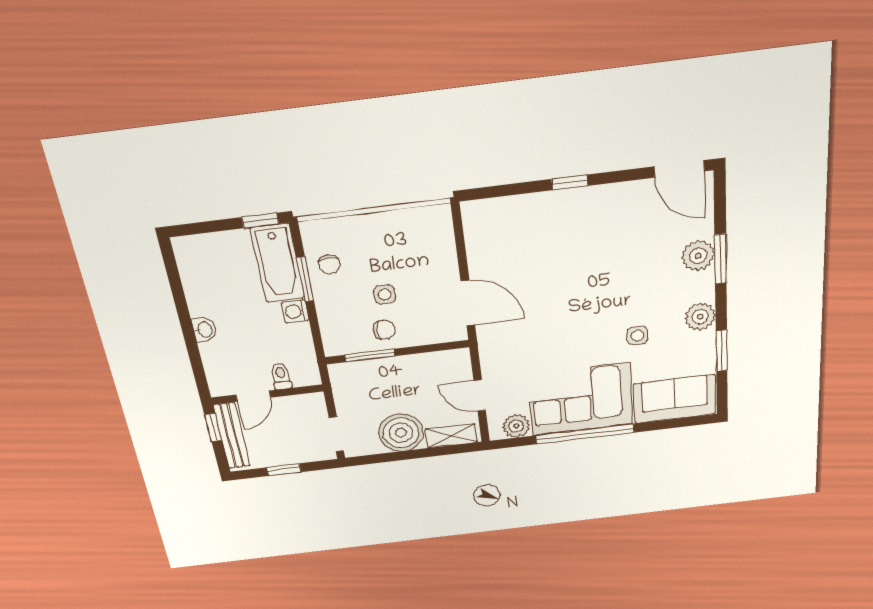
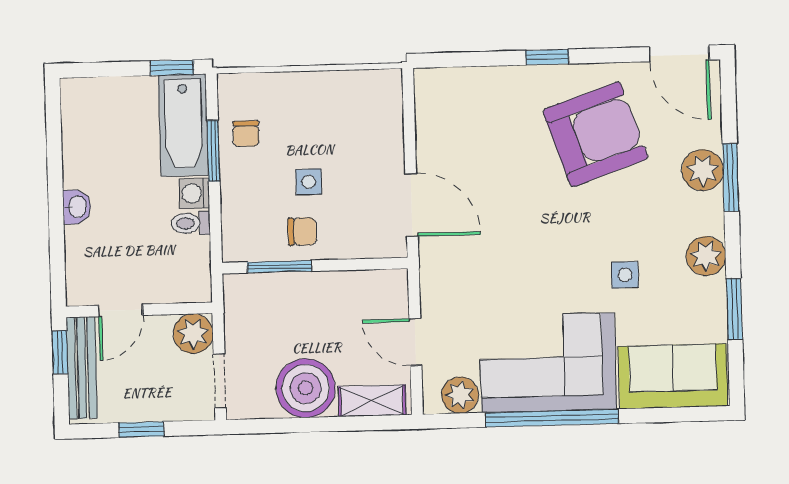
armchair: (612, 238) -> (595, 134), added
toilet: (281, 376) -> (191, 223), moved, turned -90
plant: (311, 406) -> (193, 334), added

